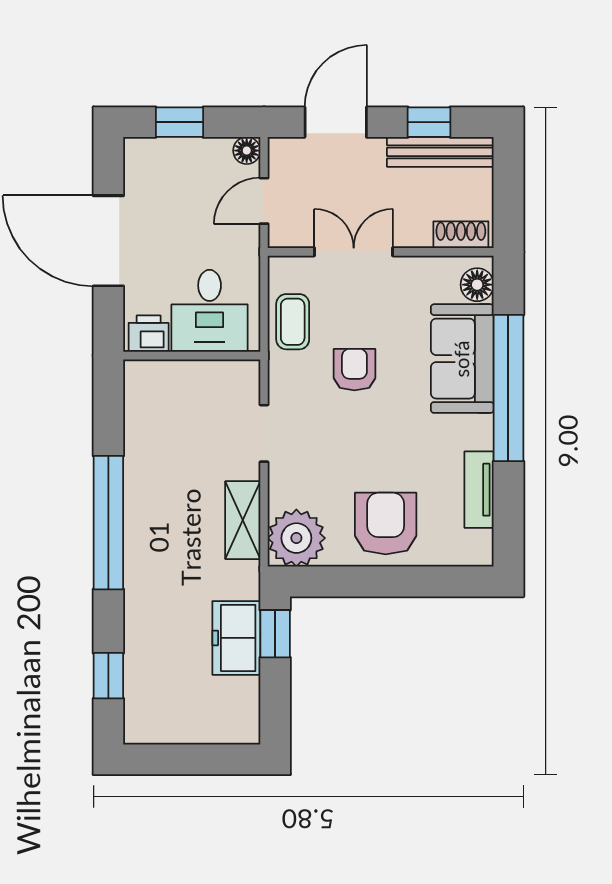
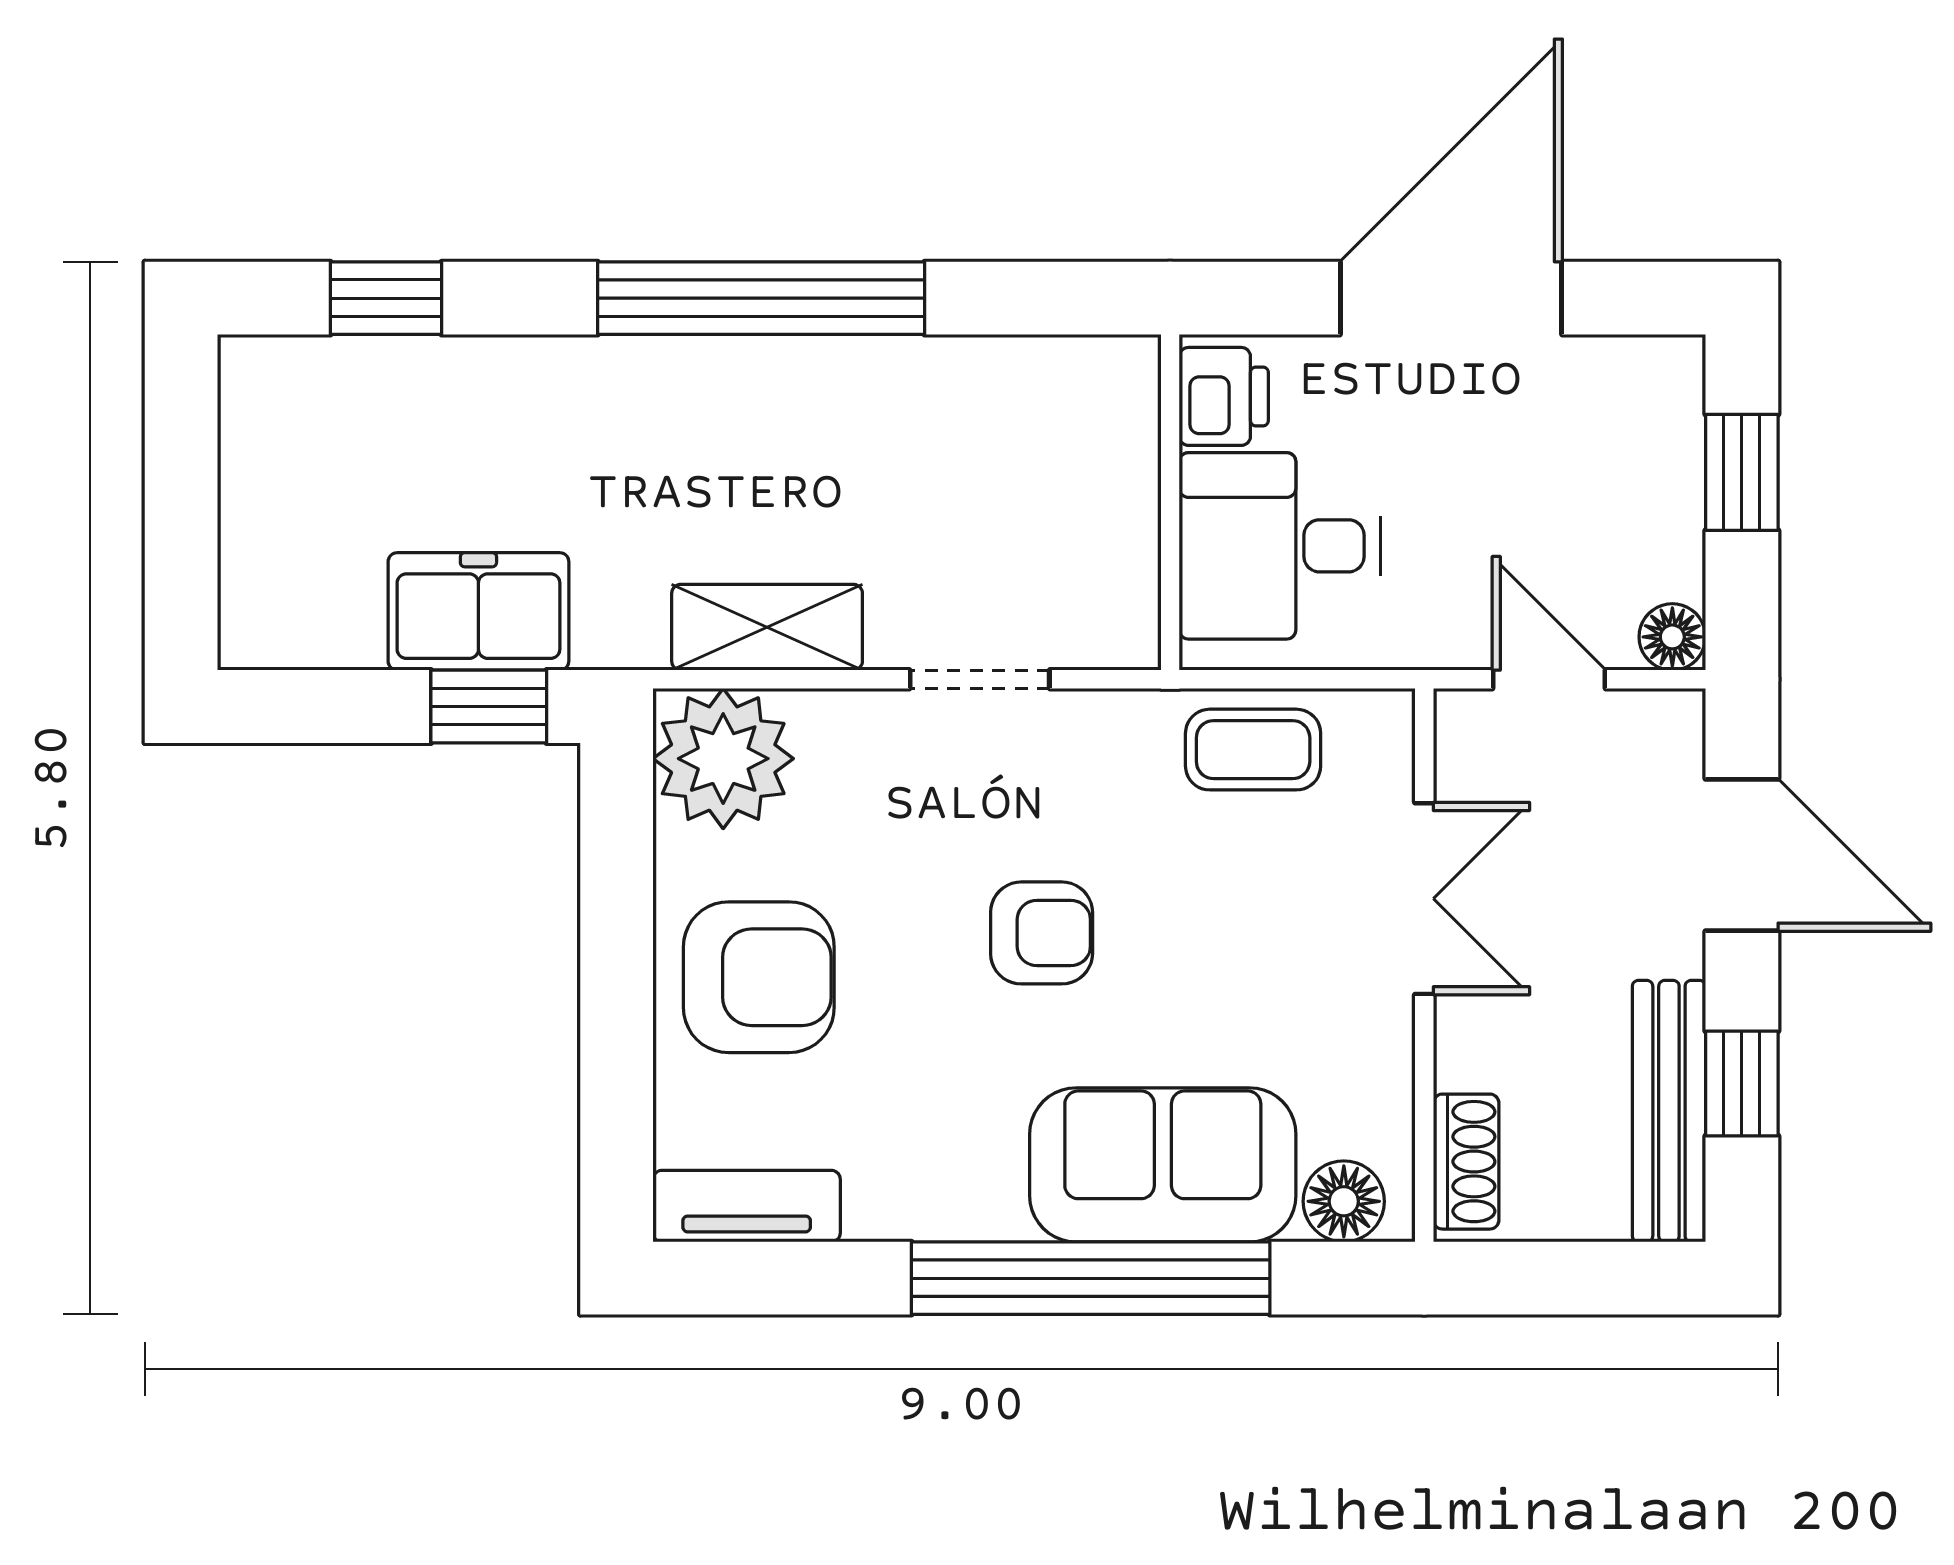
armchair: (354, 370) -> (1042, 933), moved
tv unit: (479, 490) -> (747, 1206), moved

